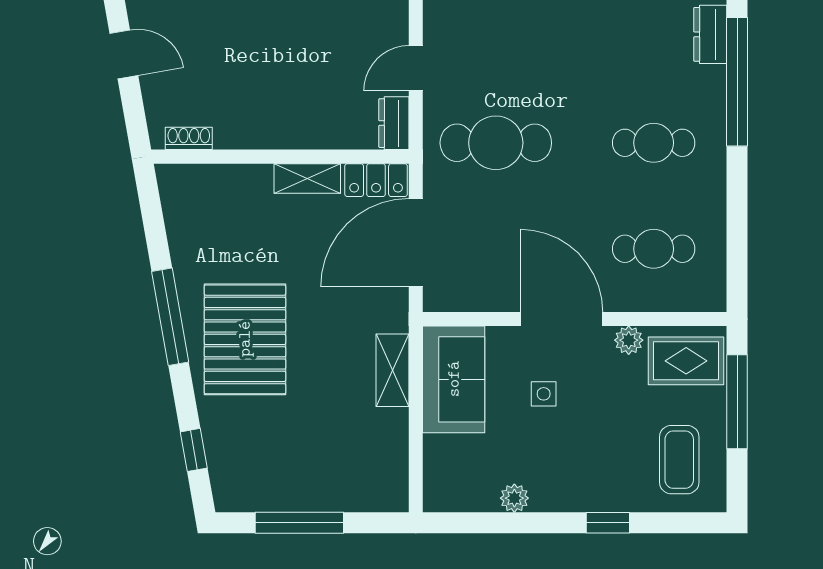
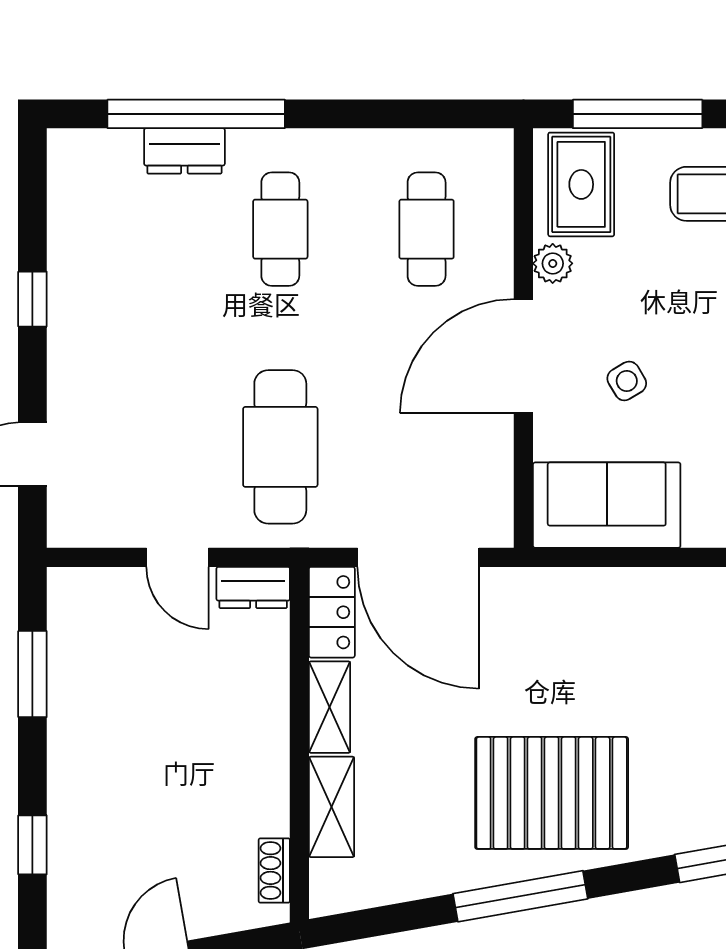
dresser: (710, 34) -> (184, 151), moved
shelving: (393, 370) -> (332, 807), moved, turned 90
side table: (544, 394) -> (627, 381), turned -31

